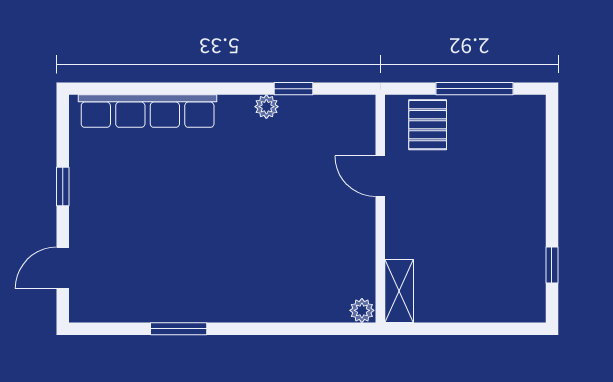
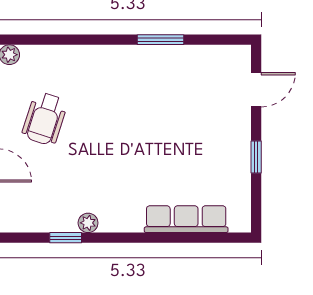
row of seats: (148, 111) -> (186, 219), width x0.73
wheelchair: (319, 233) -> (45, 119), added

